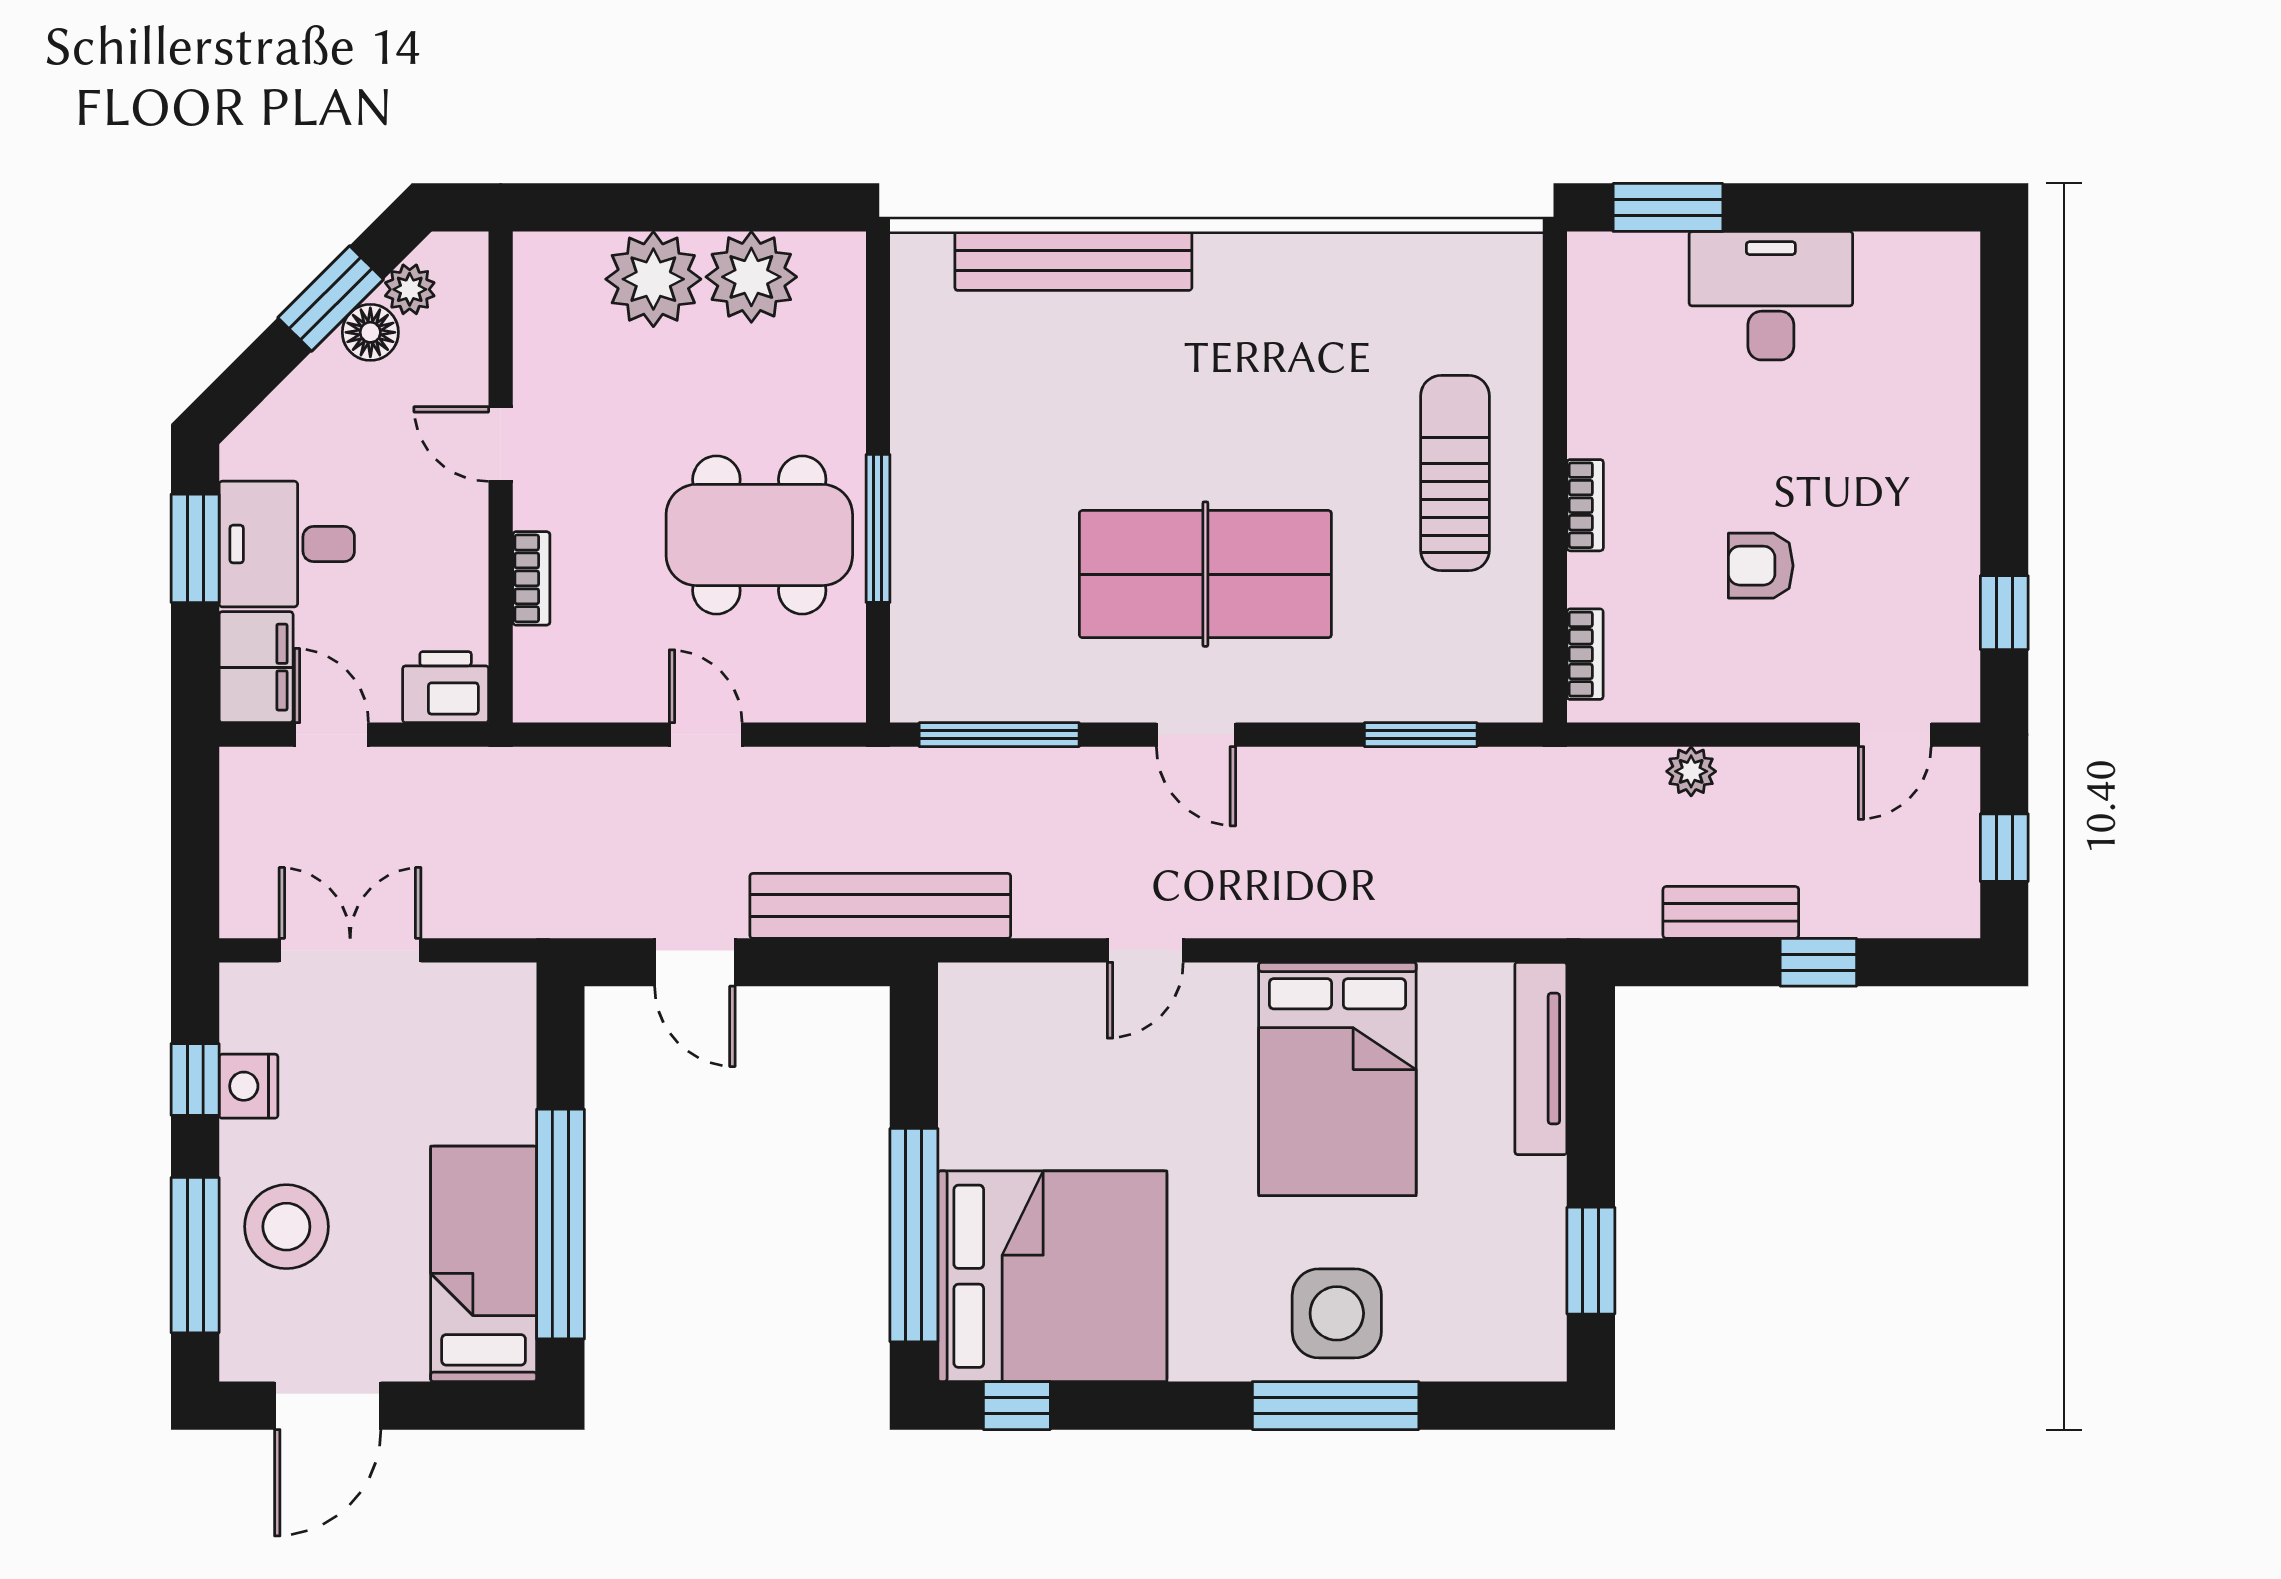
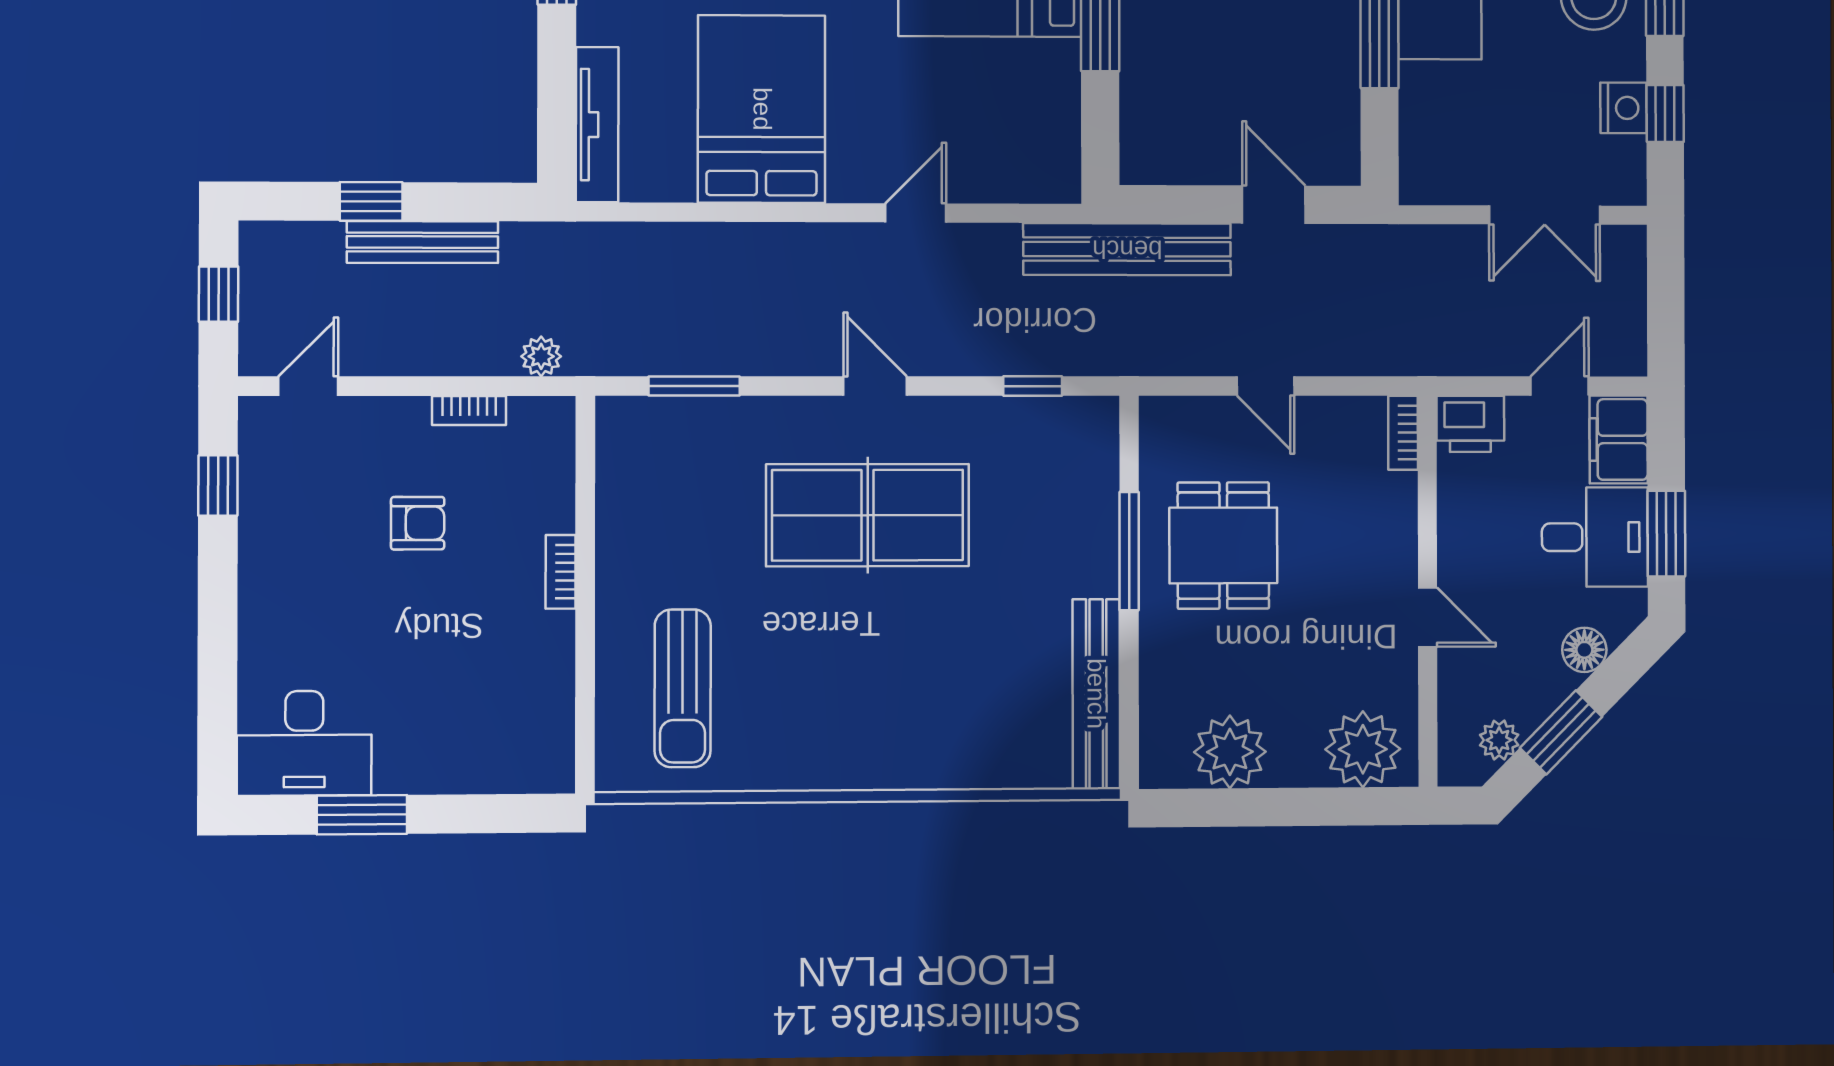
window: (1668, 207) -> (362, 815), moved
bench: (1073, 261) -> (1096, 694), moved, turned 90
plant: (653, 279) -> (1363, 749), moved
desk: (1771, 296) -> (304, 743), moved
floor lamp: (370, 332) -> (1584, 650), moved
sun lounger: (1455, 473) -> (683, 688), moved
dining table: (759, 535) -> (1223, 546), width x0.73
bookcase: (531, 578) -> (1403, 433), moved
bookcase: (1585, 654) -> (469, 410), moved, turned -90
door: (331, 735) -> (1560, 386), swing flipped
window: (999, 735) -> (1033, 386), width x0.46
plant: (1691, 771) -> (541, 356), moved
bench: (1731, 912) -> (422, 242), width x1.36

